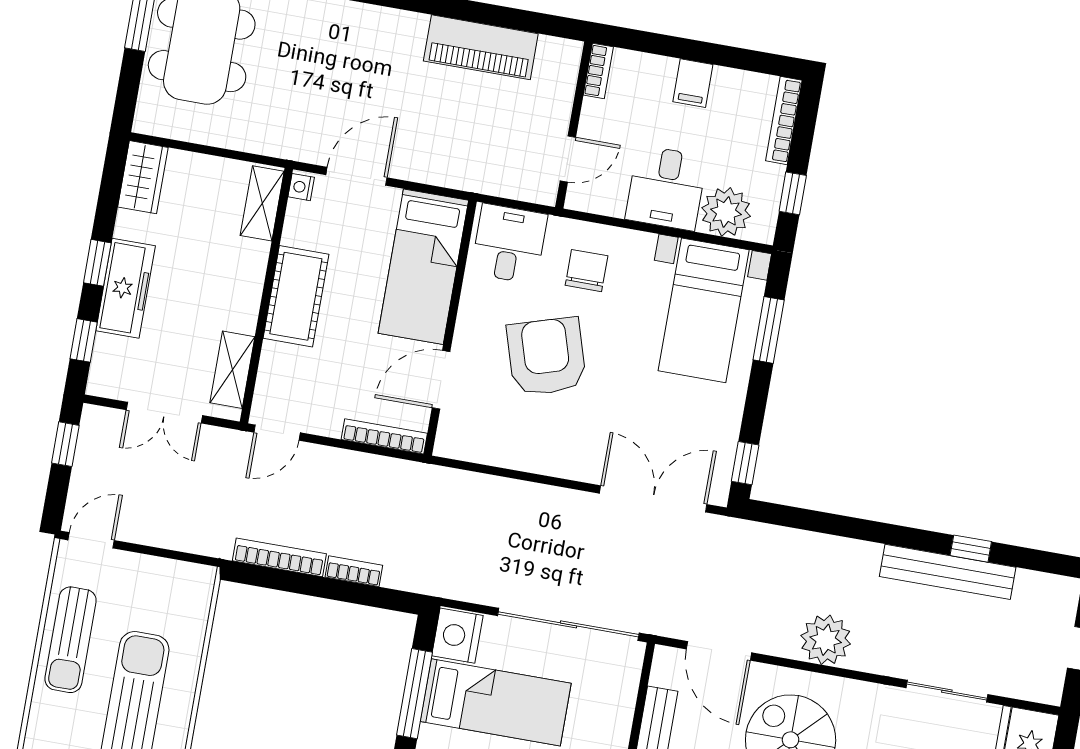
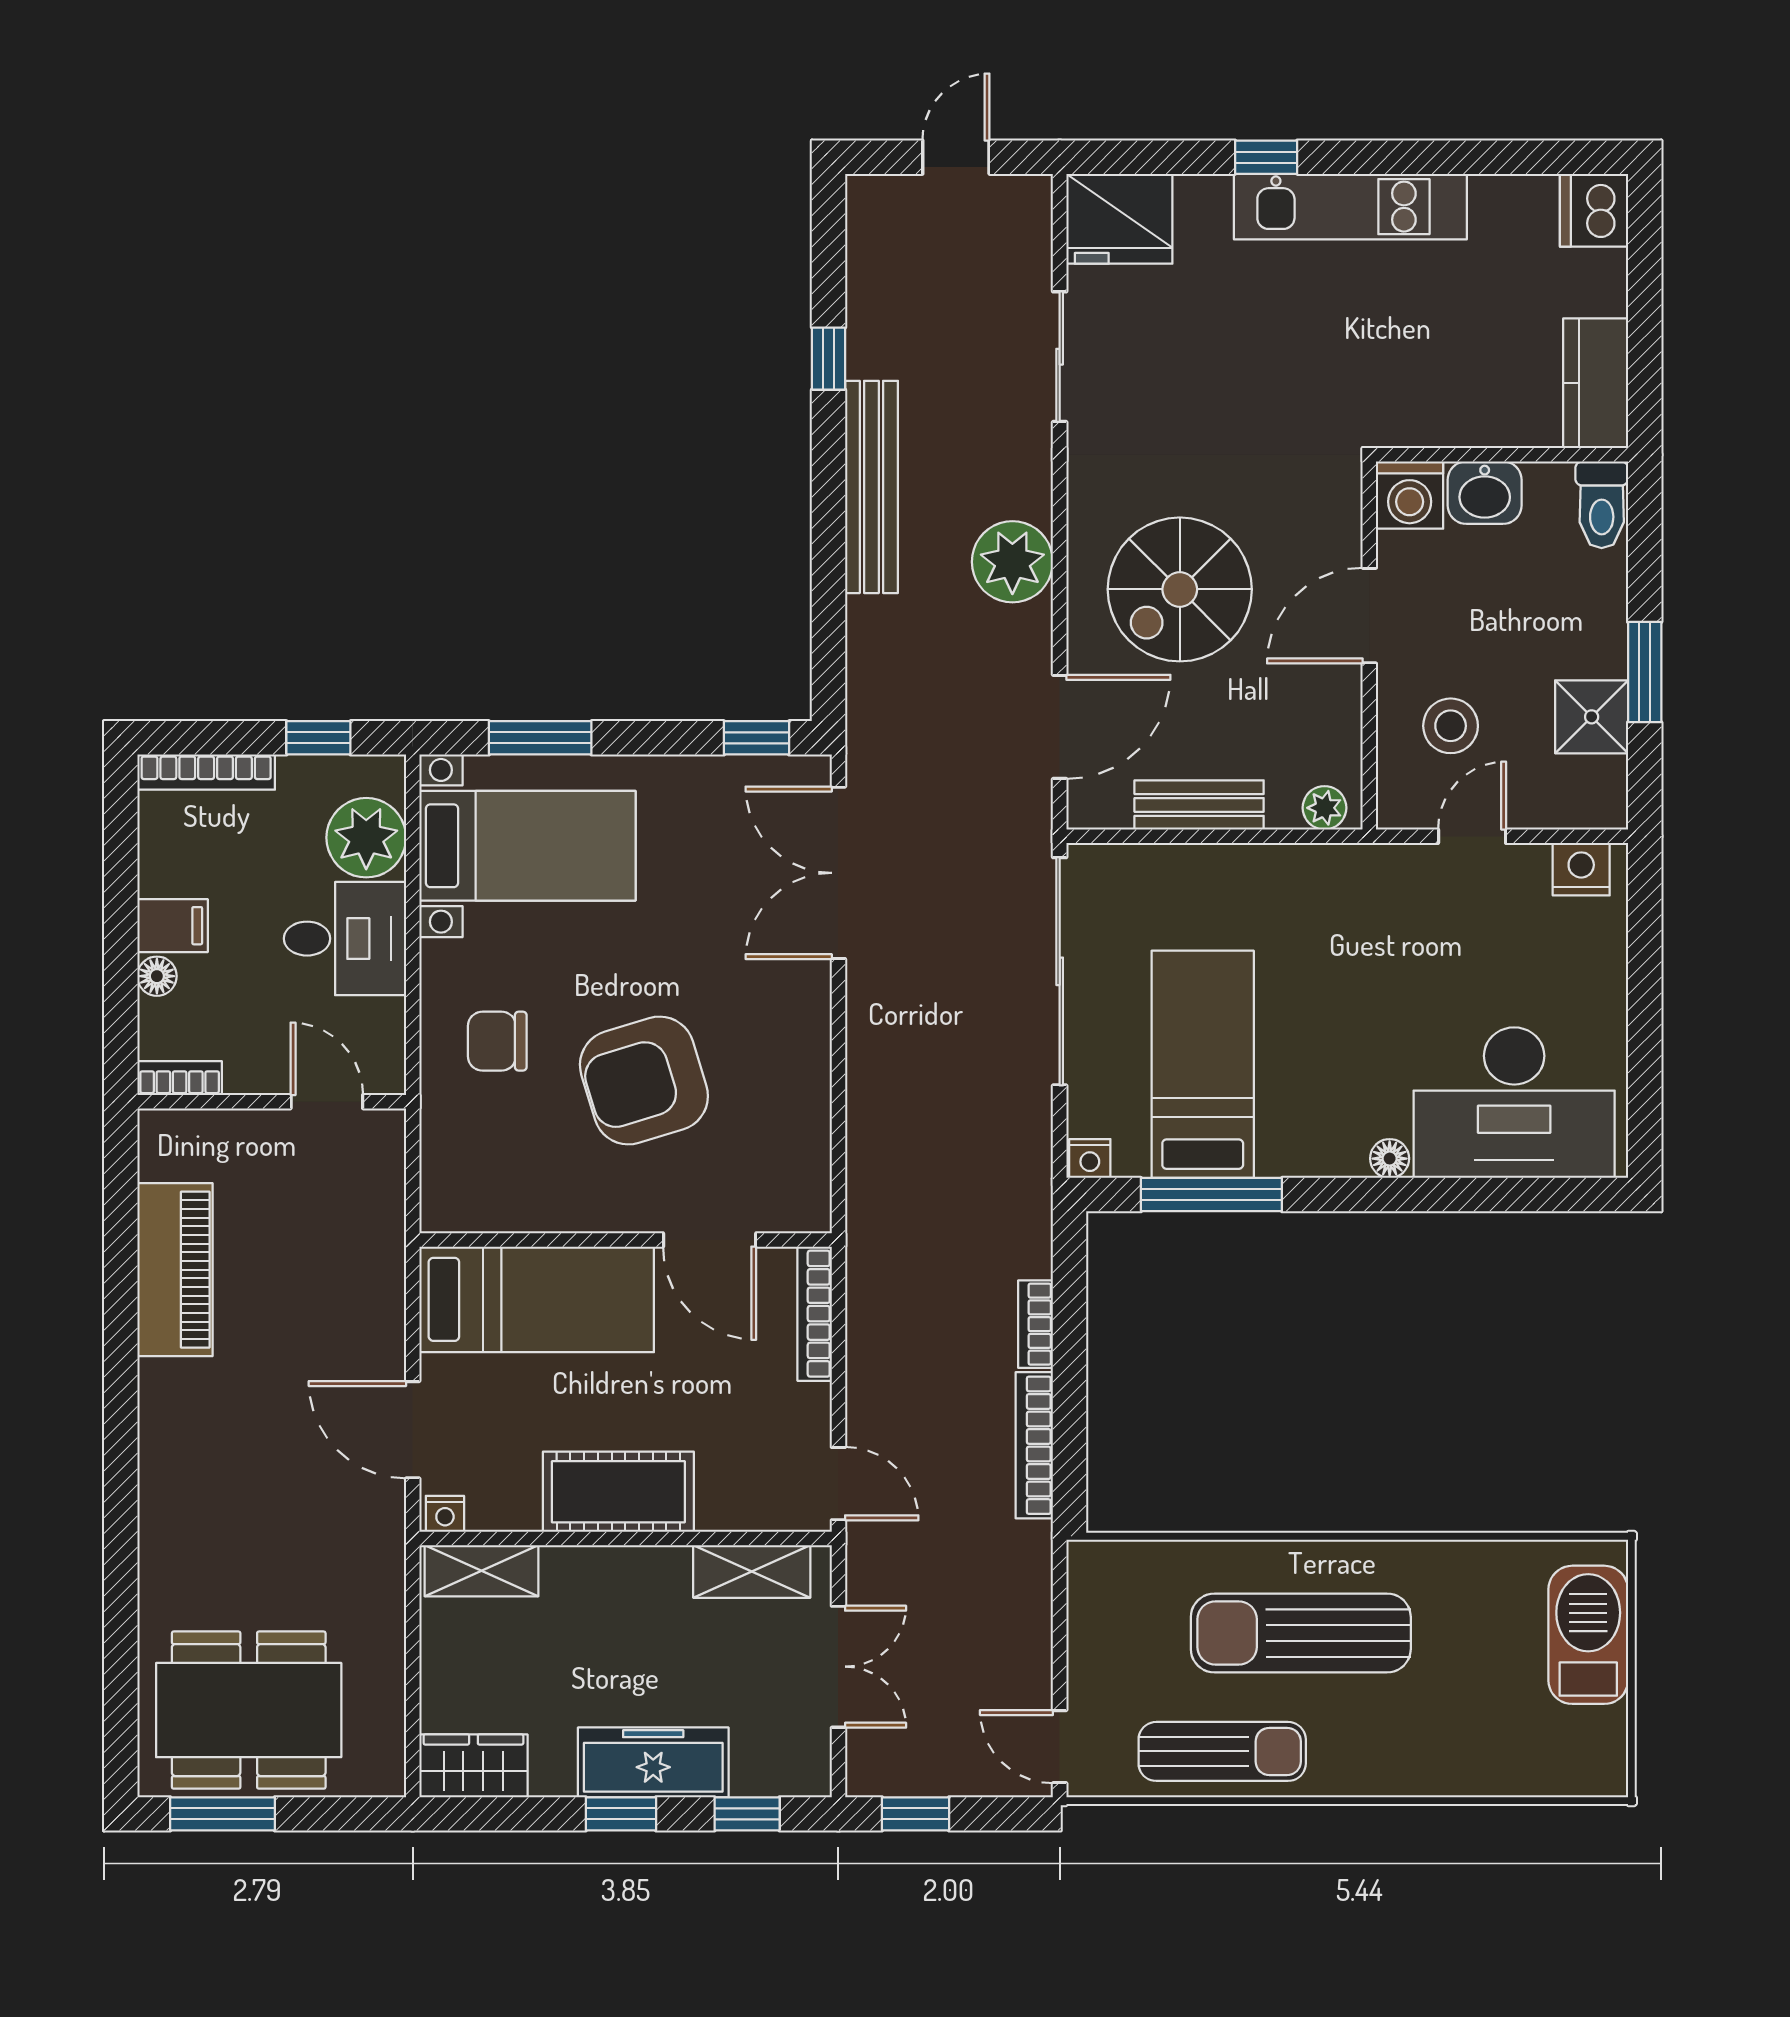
floor lamp: (664, 68) -> (157, 976), added
desk: (509, 244) -> (477, 1170), removed
bench: (948, 572) -> (871, 487), moved
nightstand: (457, 636) -> (1090, 1159), width x0.53, depth x0.56

